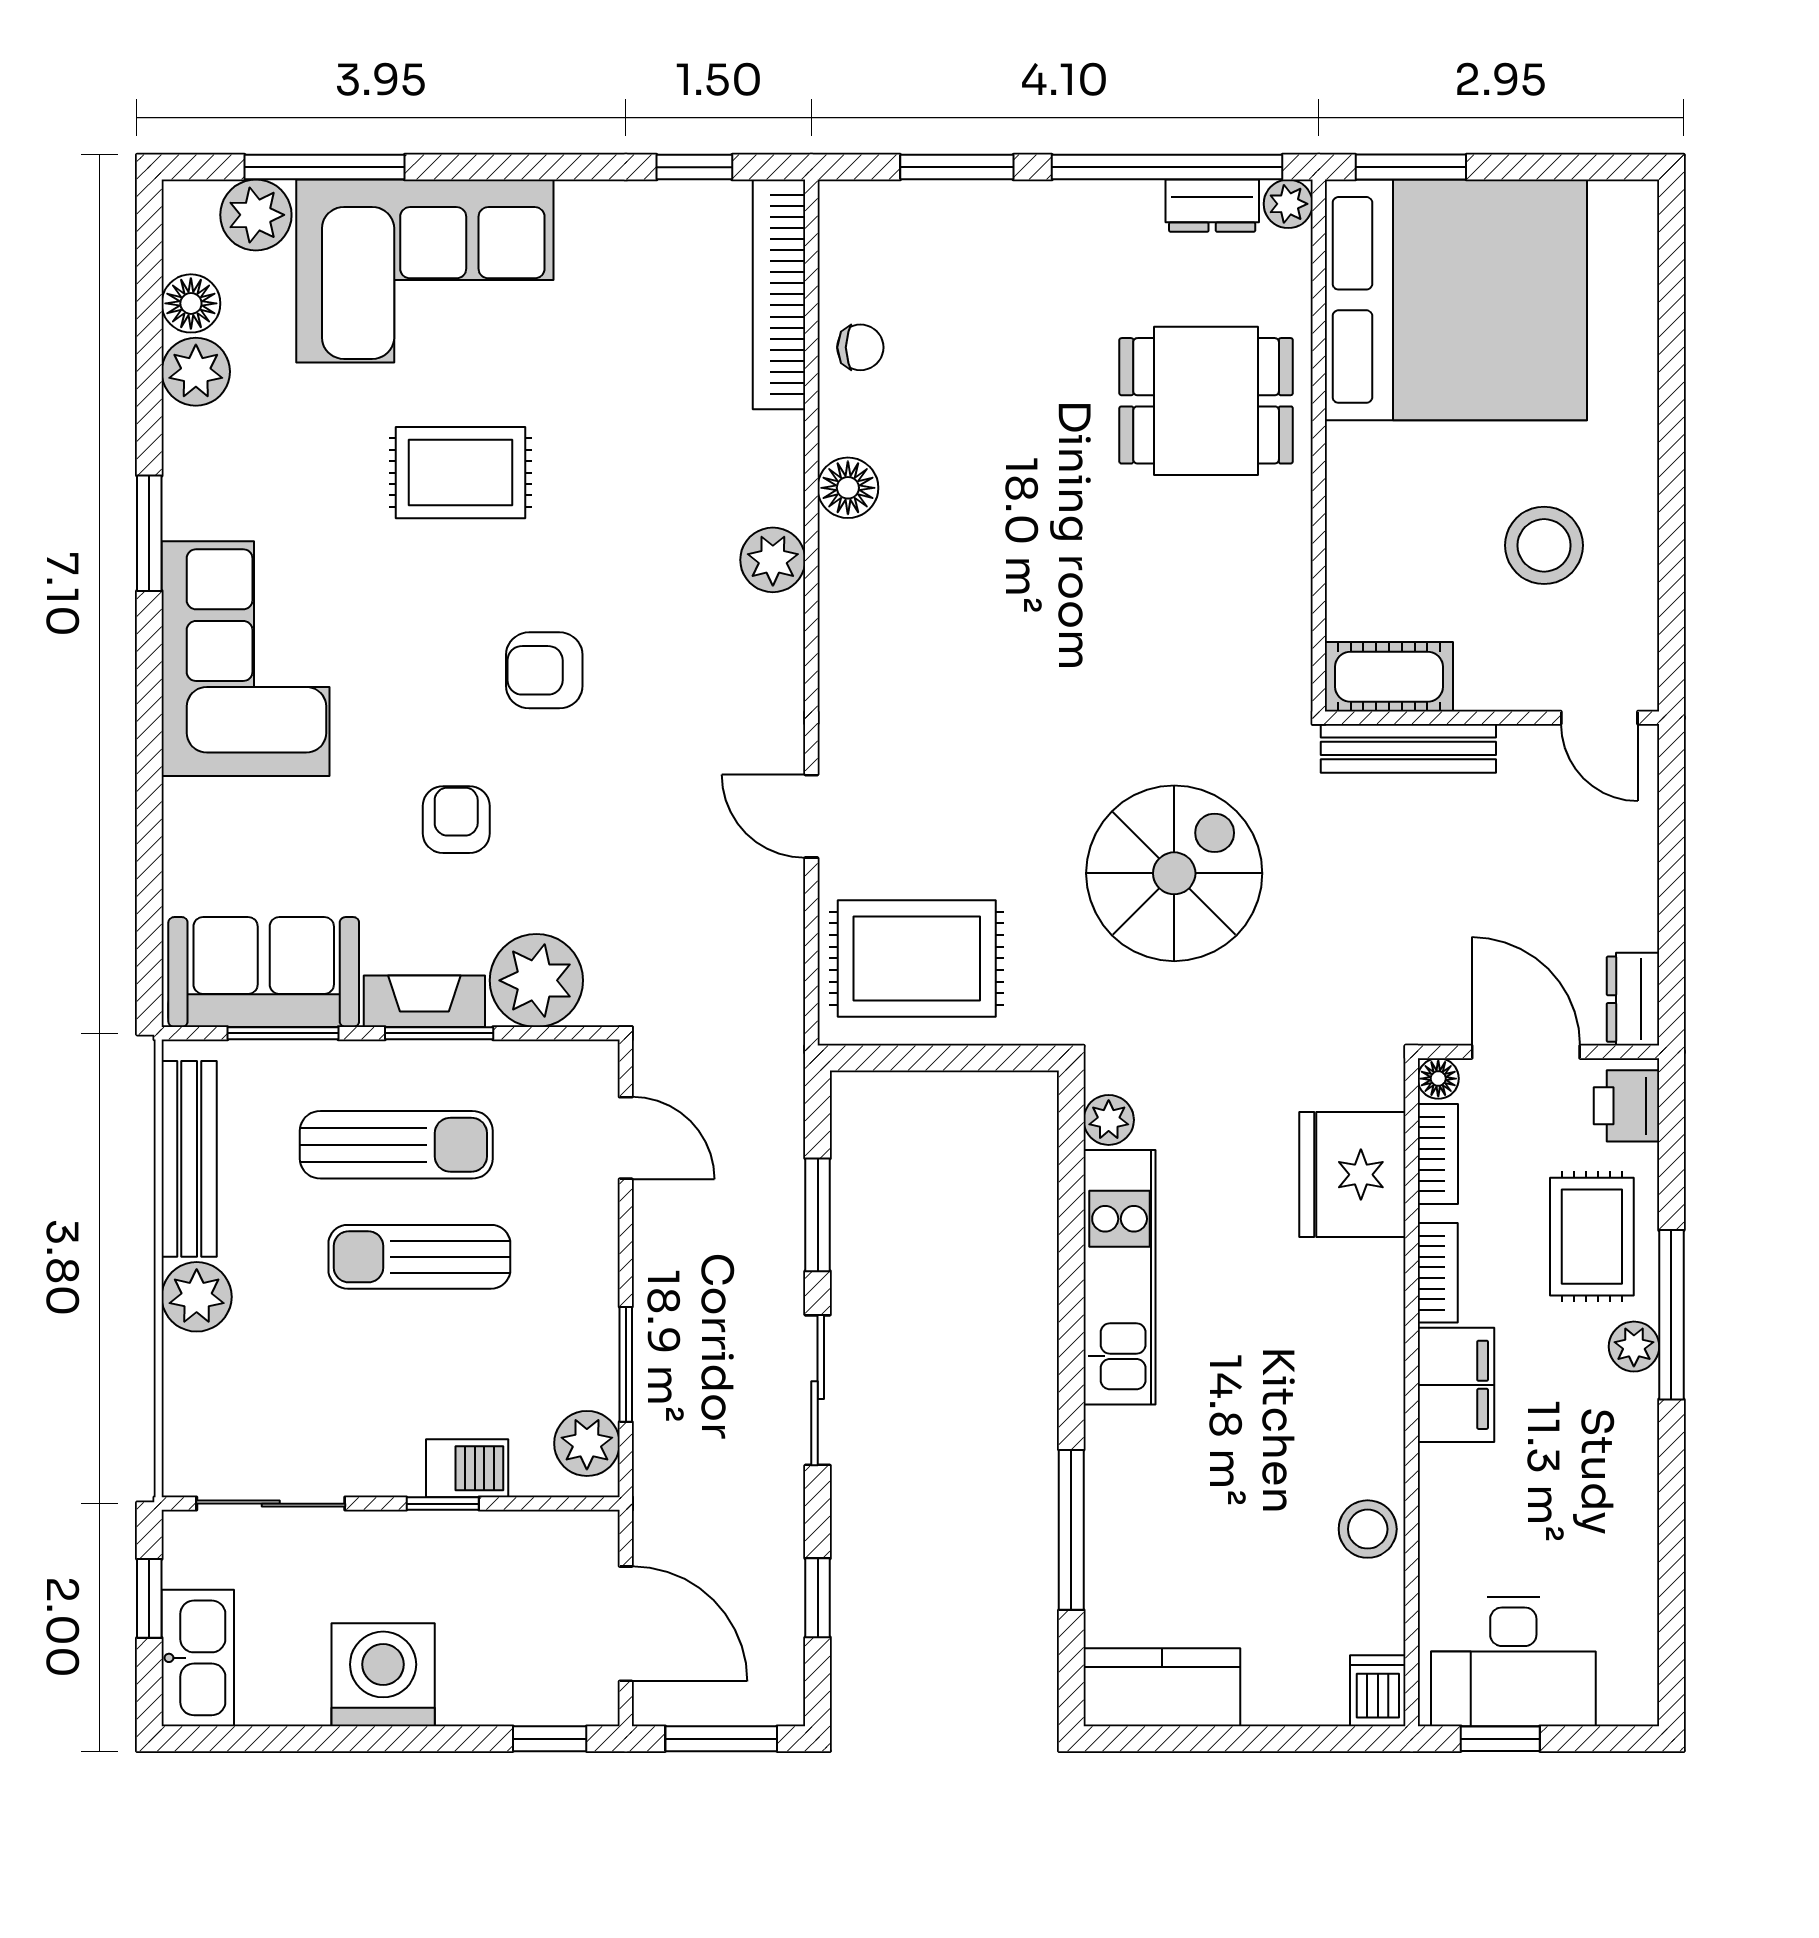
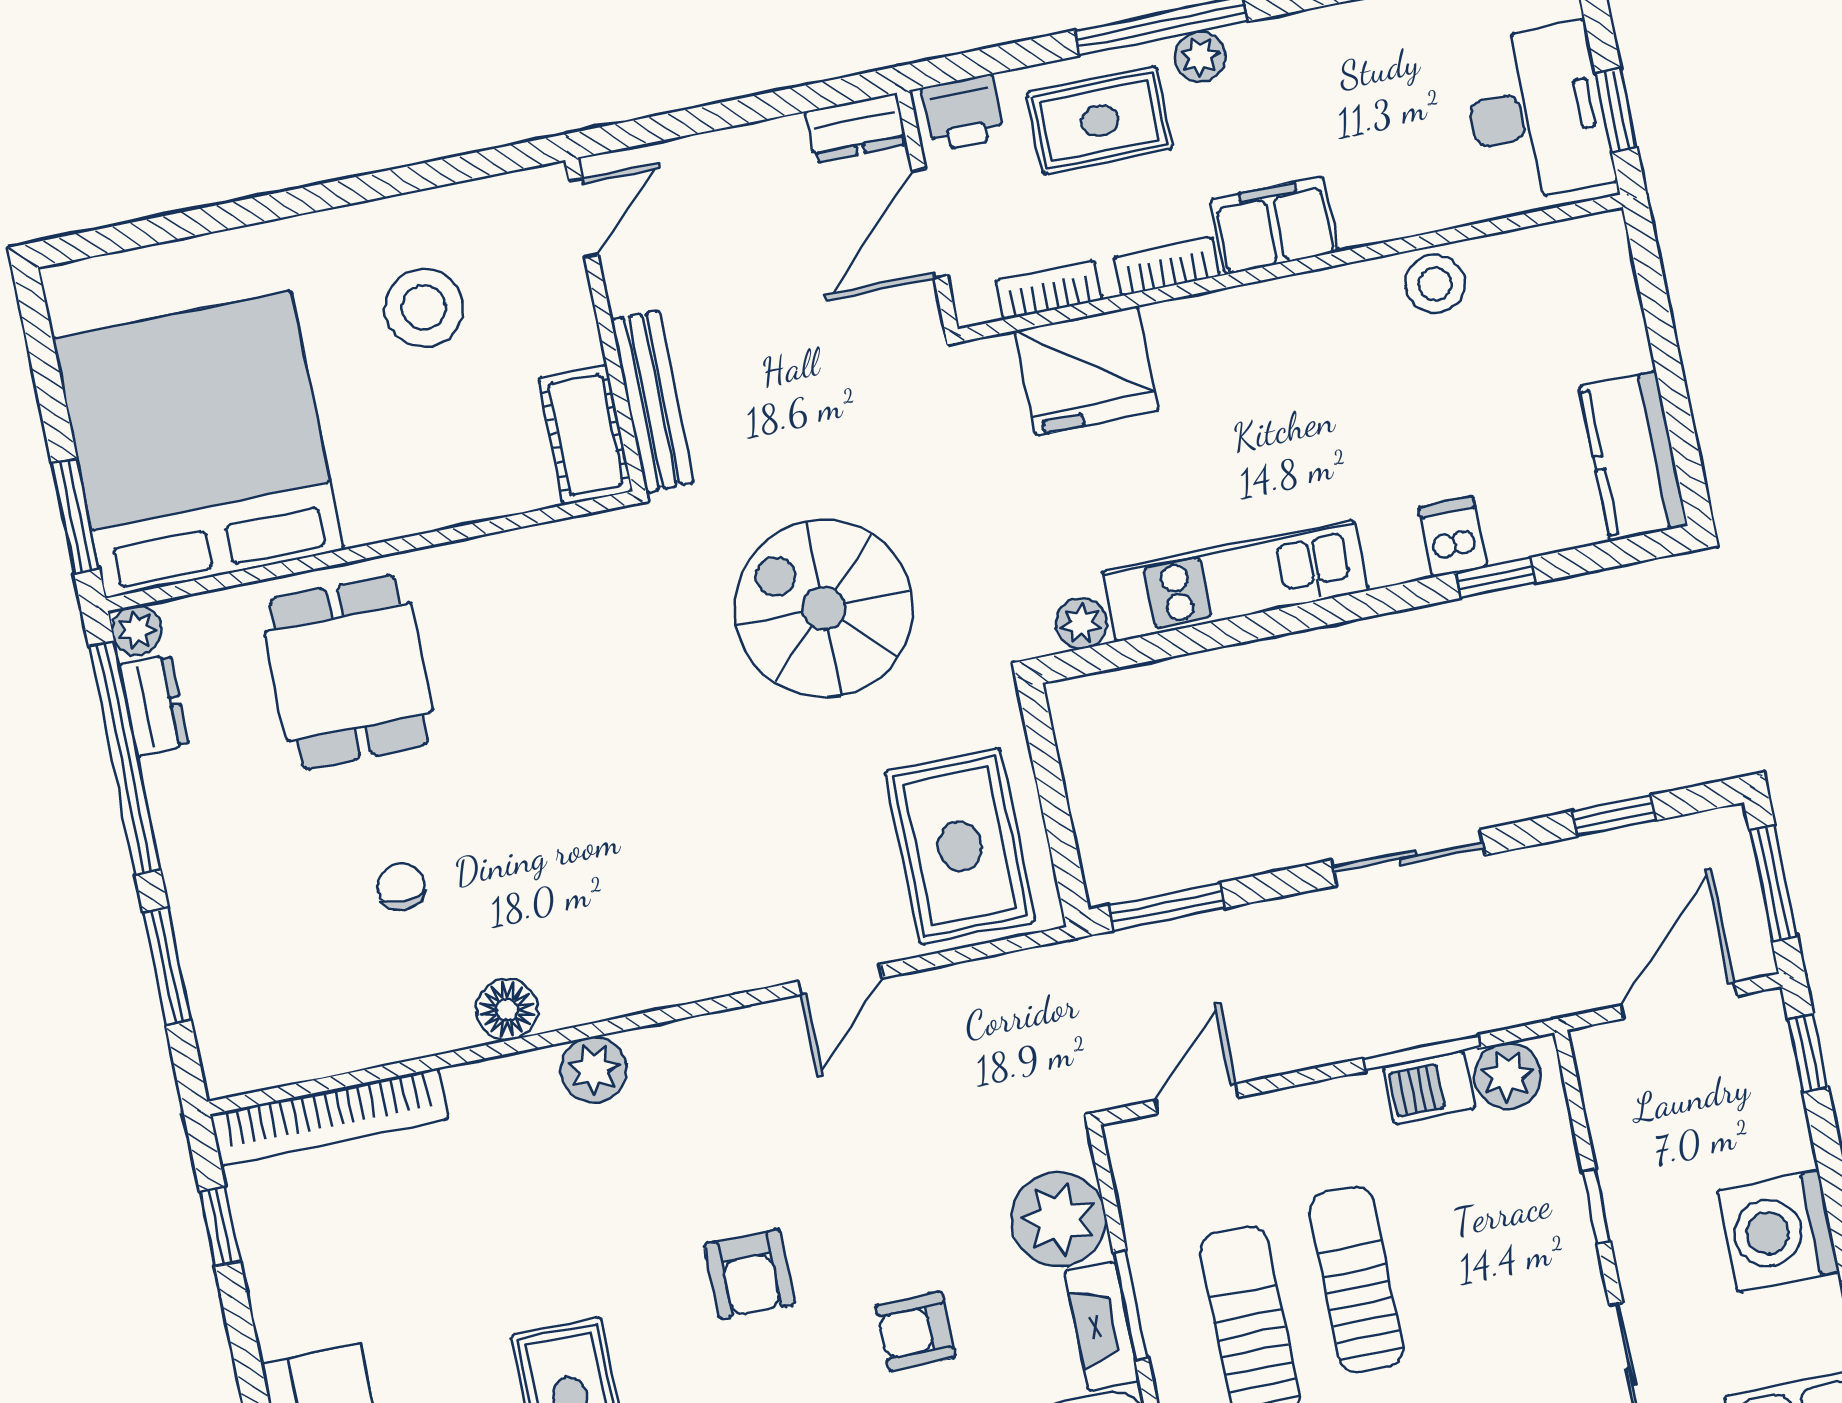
chair: (860, 347) -> (401, 887), moved
floor lamp: (1438, 1079) -> (974, 305), removed
window: (818, 1215) -> (1166, 907), moved
sun lounger: (419, 1257) -> (1356, 1279), turned 180
barbecue: (467, 1468) -> (1429, 1088), moved, turned -90
window: (1071, 1530) -> (1496, 578), width x0.46
dishwasher: (1378, 1691) -> (1453, 537), moved, turned 90

